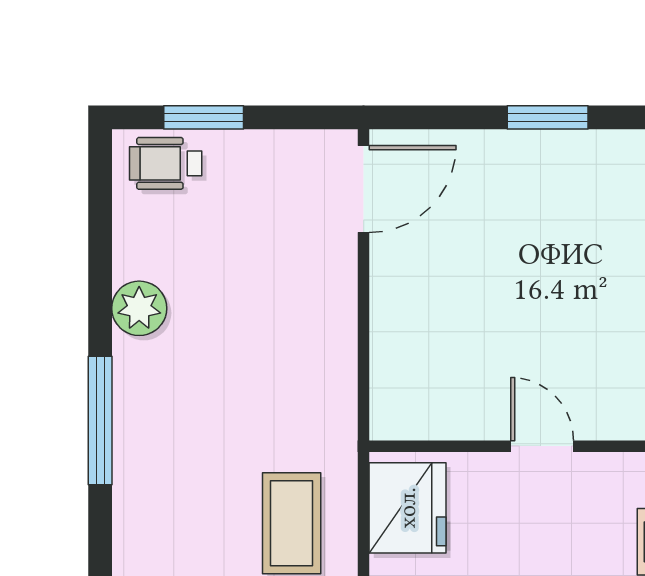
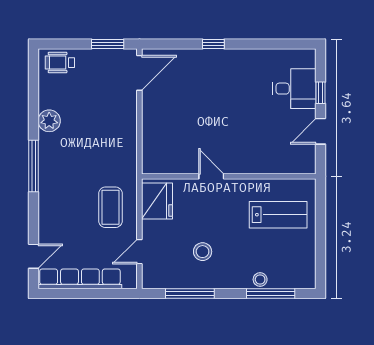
window: (204, 117) -> (108, 44), moved
window: (548, 117) -> (213, 44), width x0.67

